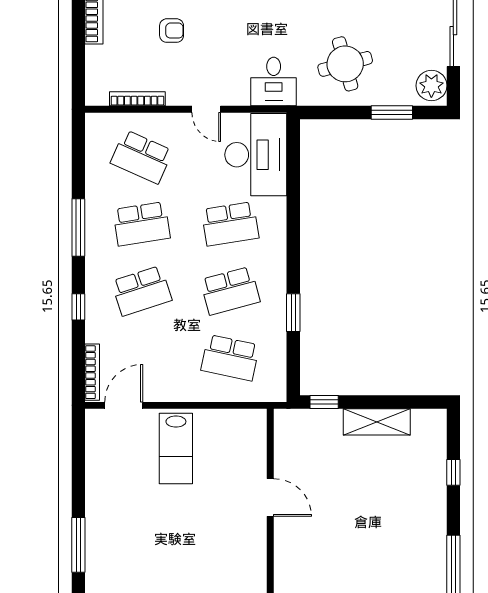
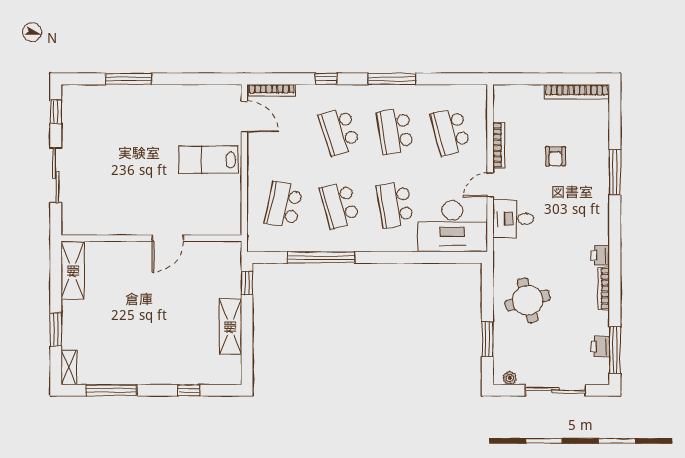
desk: (274, 82) -> (513, 219), moved
plant: (431, 86) -> (510, 378), width x0.53, depth x0.53
bookcase: (137, 99) -> (499, 145), moved
school desk: (142, 157) -> (451, 131), turned -39
window: (293, 313) -> (321, 257), width x2.11

